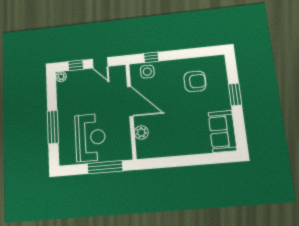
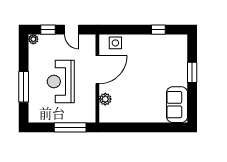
window: (151, 57) -> (158, 30), moved
armchair: (195, 81) -> (158, 57), removed
door: (130, 101) -> (97, 70), hinge flipped
reception desk: (90, 137) -> (61, 81), moved, turned 180

